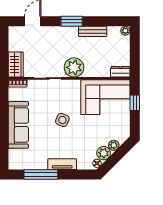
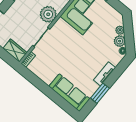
side table: (62, 120) -> (76, 50), removed
sofa: (18, 125) -> (69, 93), moved
window: (41, 174) -> (100, 93), width x0.69

